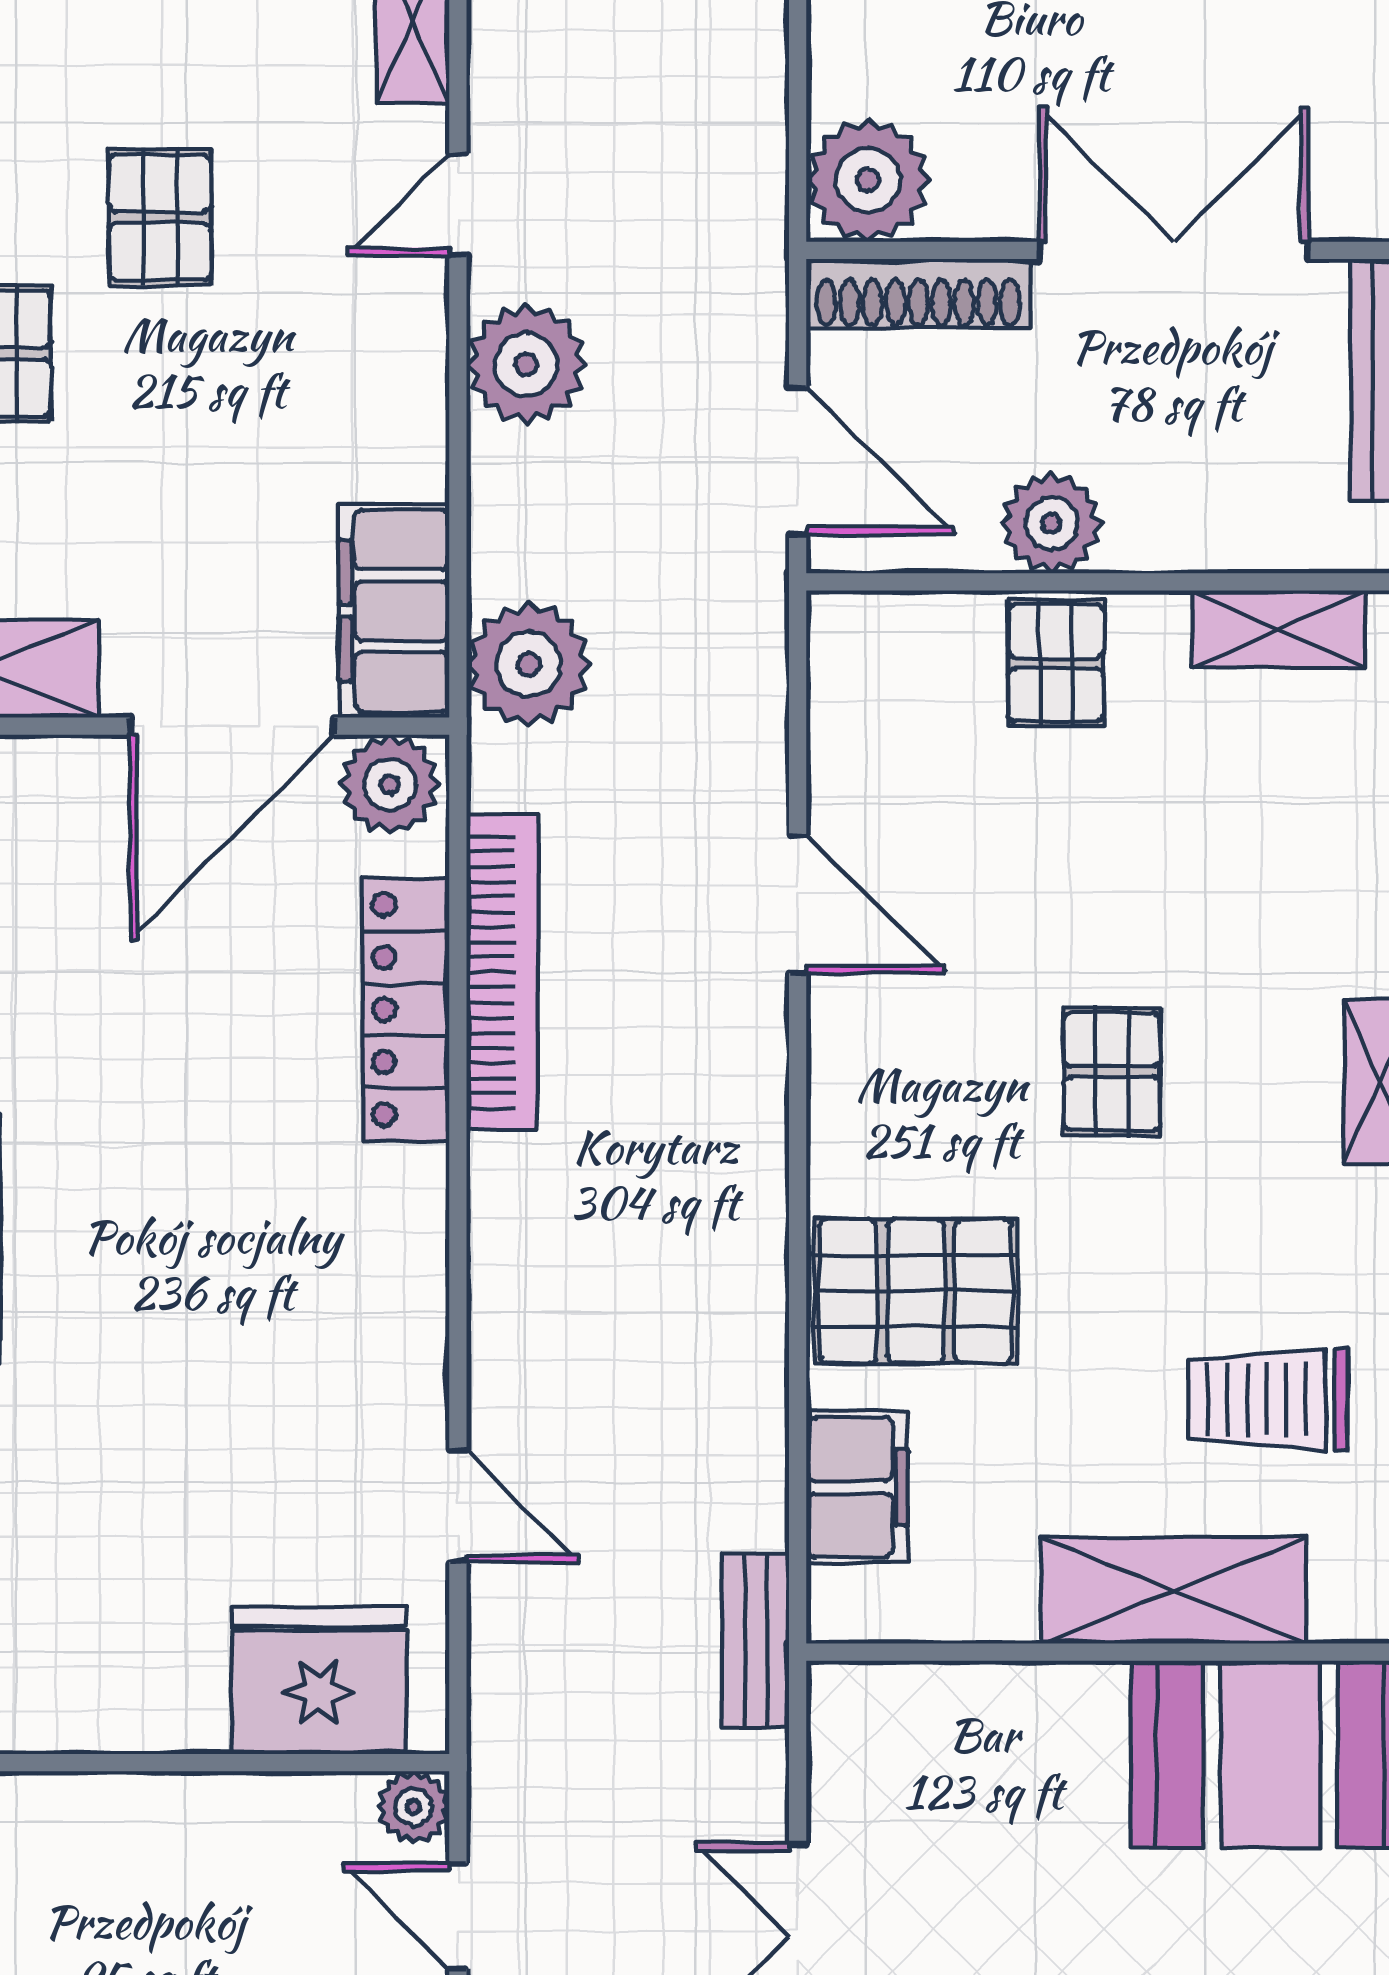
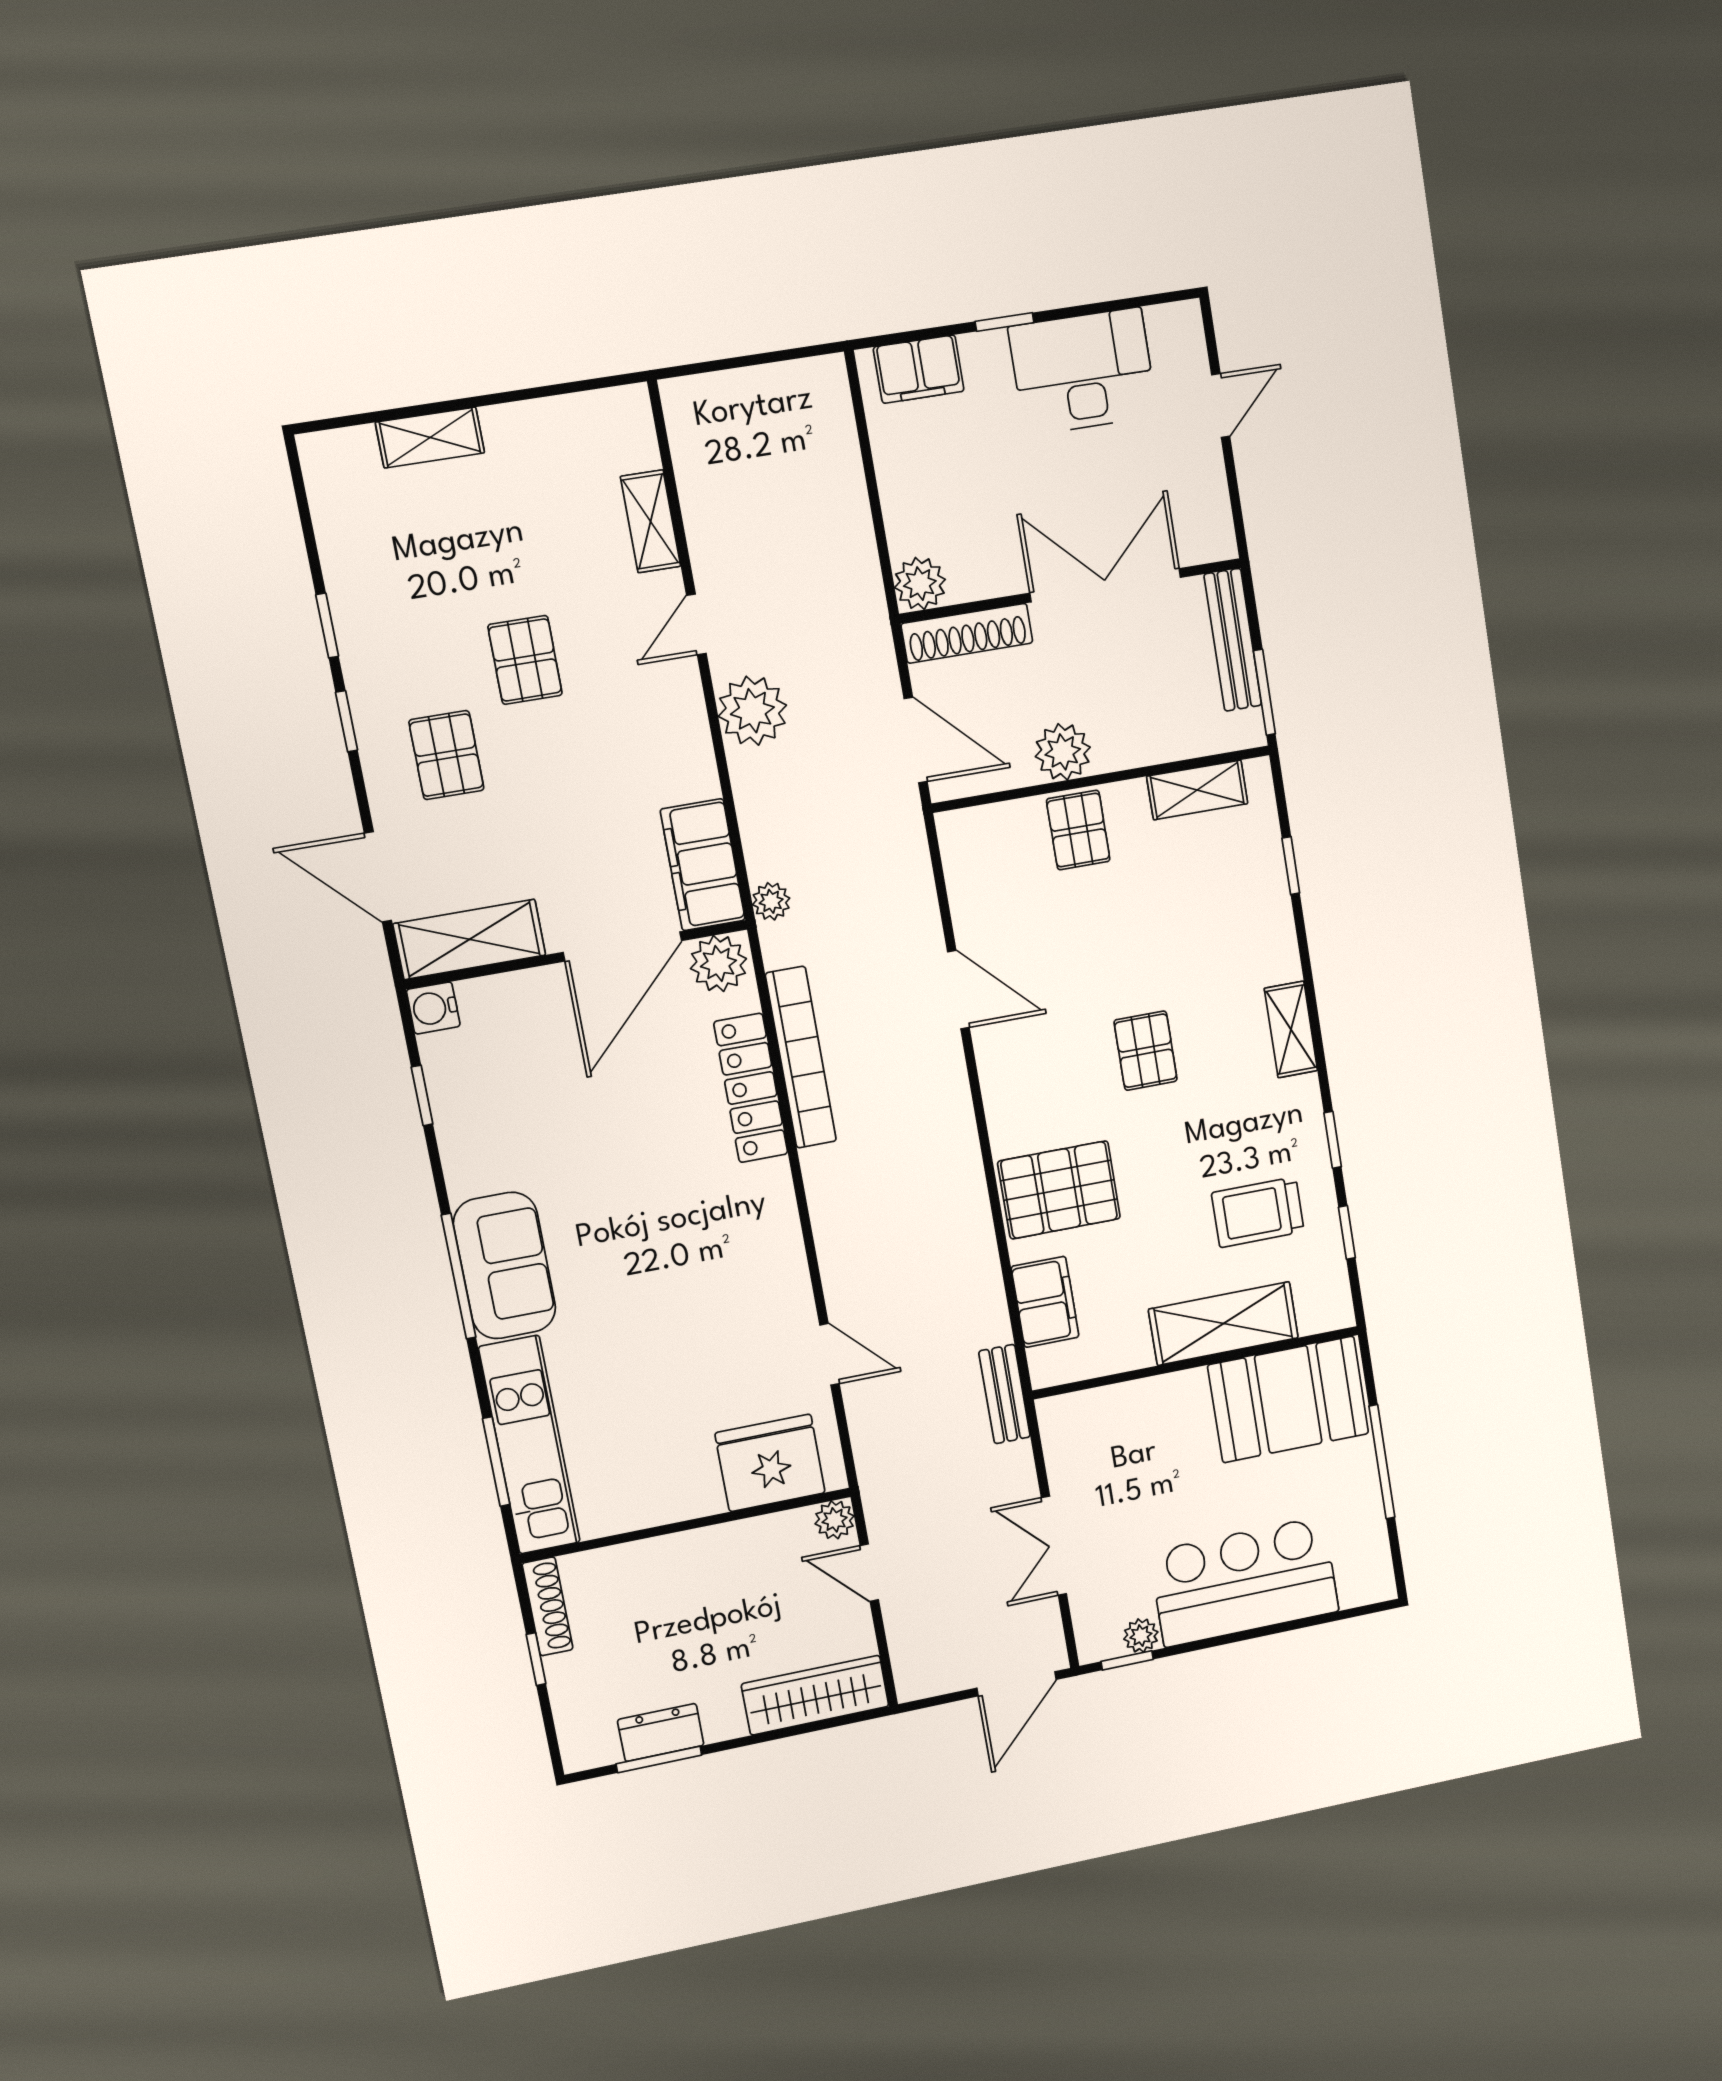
plant: (868, 180) -> (920, 584), width x0.73, depth x0.73
plant: (529, 664) -> (771, 901), width x0.53, depth x0.53

